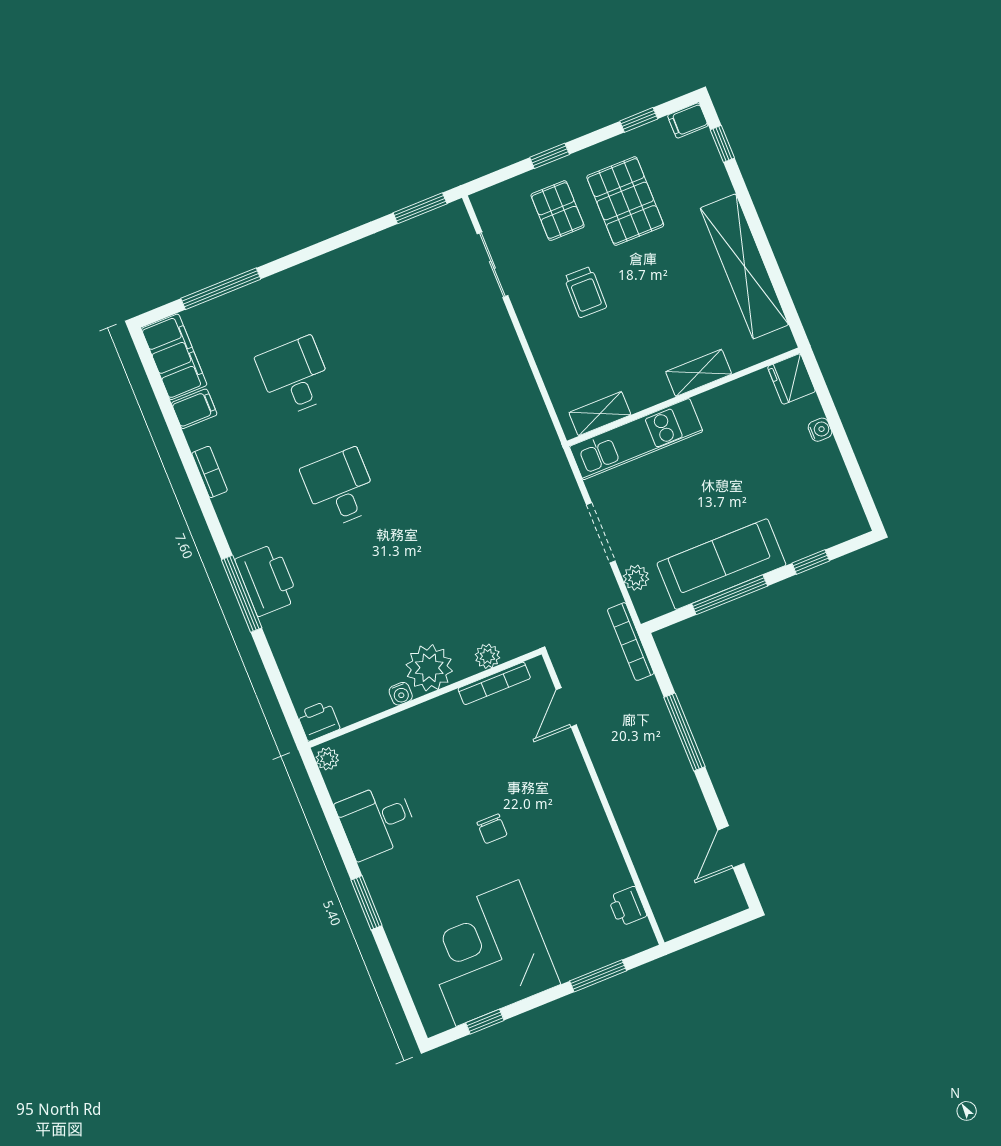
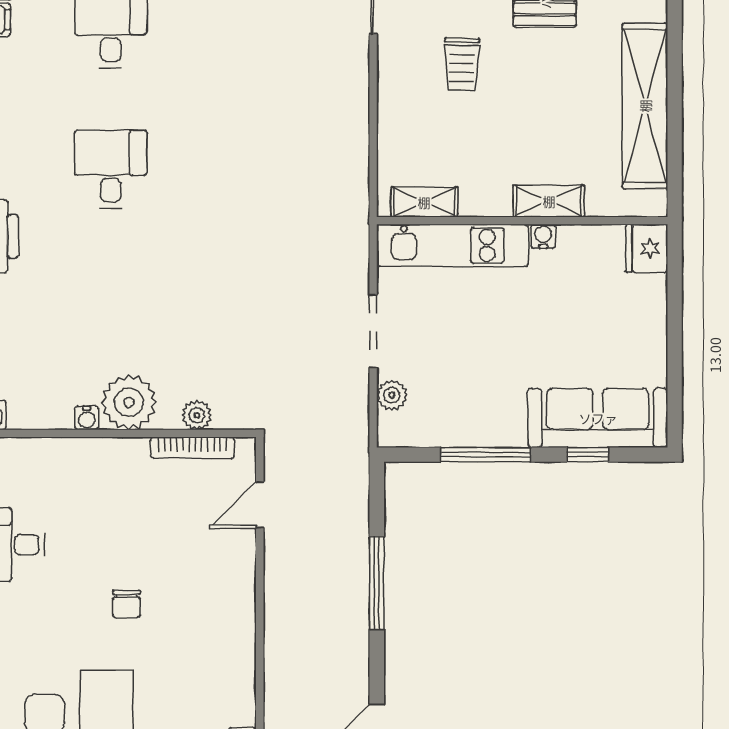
water cooler: (820, 430) -> (543, 236), moved, turned -90
sofa: (721, 564) -> (598, 418), moved
bookcase: (631, 642) -> (358, 462), removed

